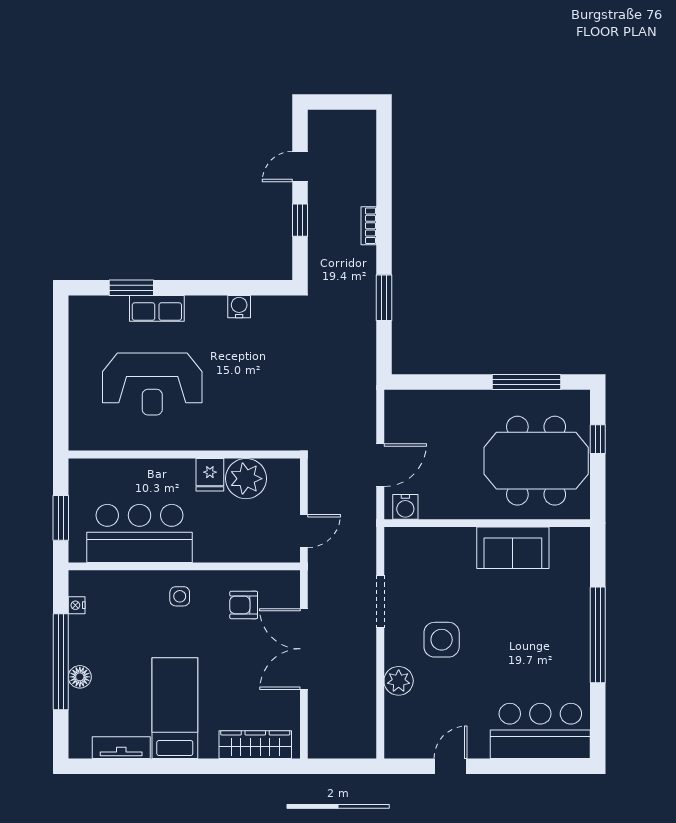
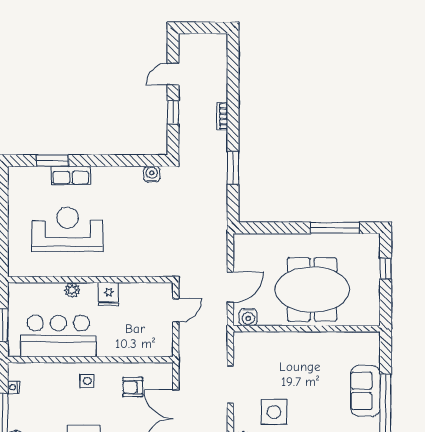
water cooler: (239, 307) -> (152, 174), moved
reception desk: (152, 384) -> (67, 229), turned 180
meeting table: (536, 461) -> (312, 289), moved
plant: (246, 479) -> (72, 290), moved, width x0.53, depth x0.53
door: (304, 531) -> (176, 310), moved
sofa: (513, 548) -> (365, 391), moved, turned 90

